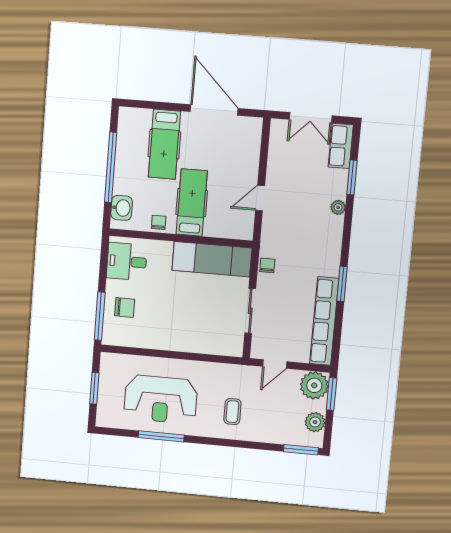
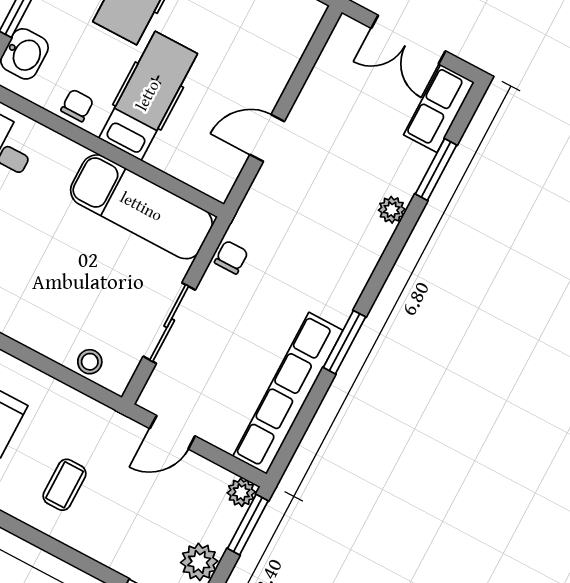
stool: (219, 346) -> (90, 362), added
plant: (314, 385) -> (241, 492), width x0.53, depth x0.53

